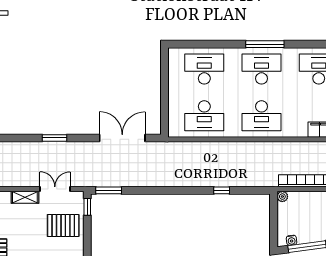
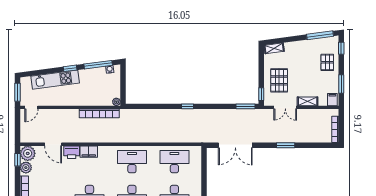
window: (222, 190) -> (188, 106), moved
pallet: (63, 225) -> (279, 80), turned 90

